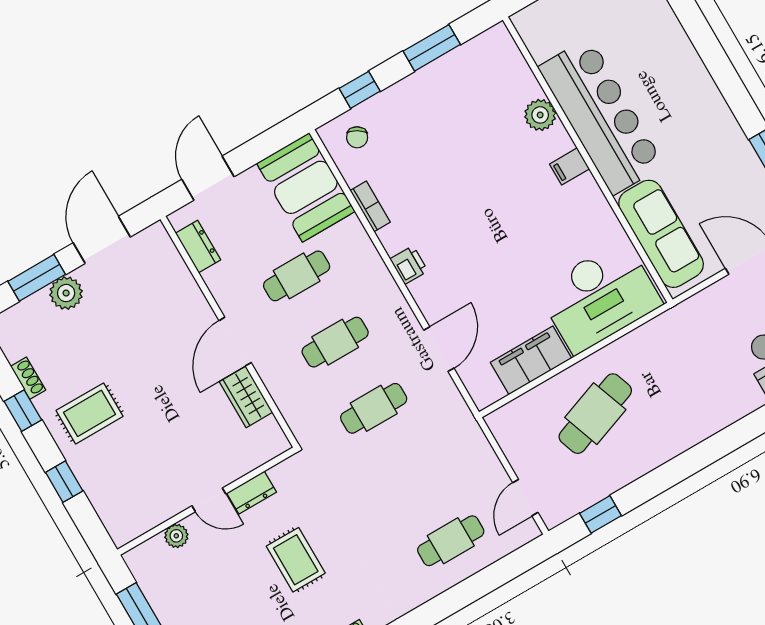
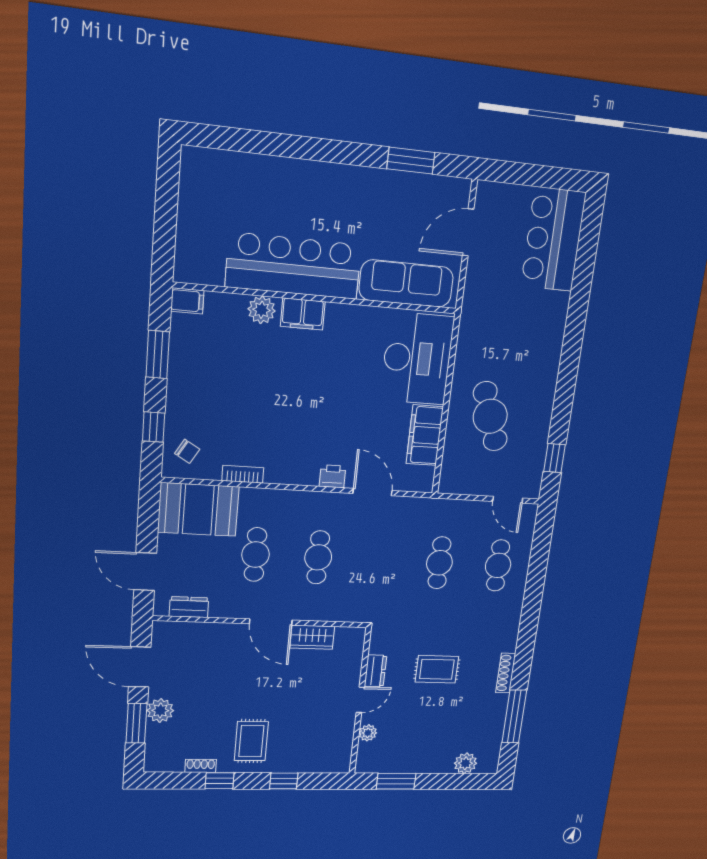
filing cabinet: (500, 41) -> (187, 301), added
filing cabinet: (570, 166) -> (303, 314), width x2.00
printer: (409, 265) -> (333, 476), moved
cafe table: (374, 408) -> (439, 563), moved

